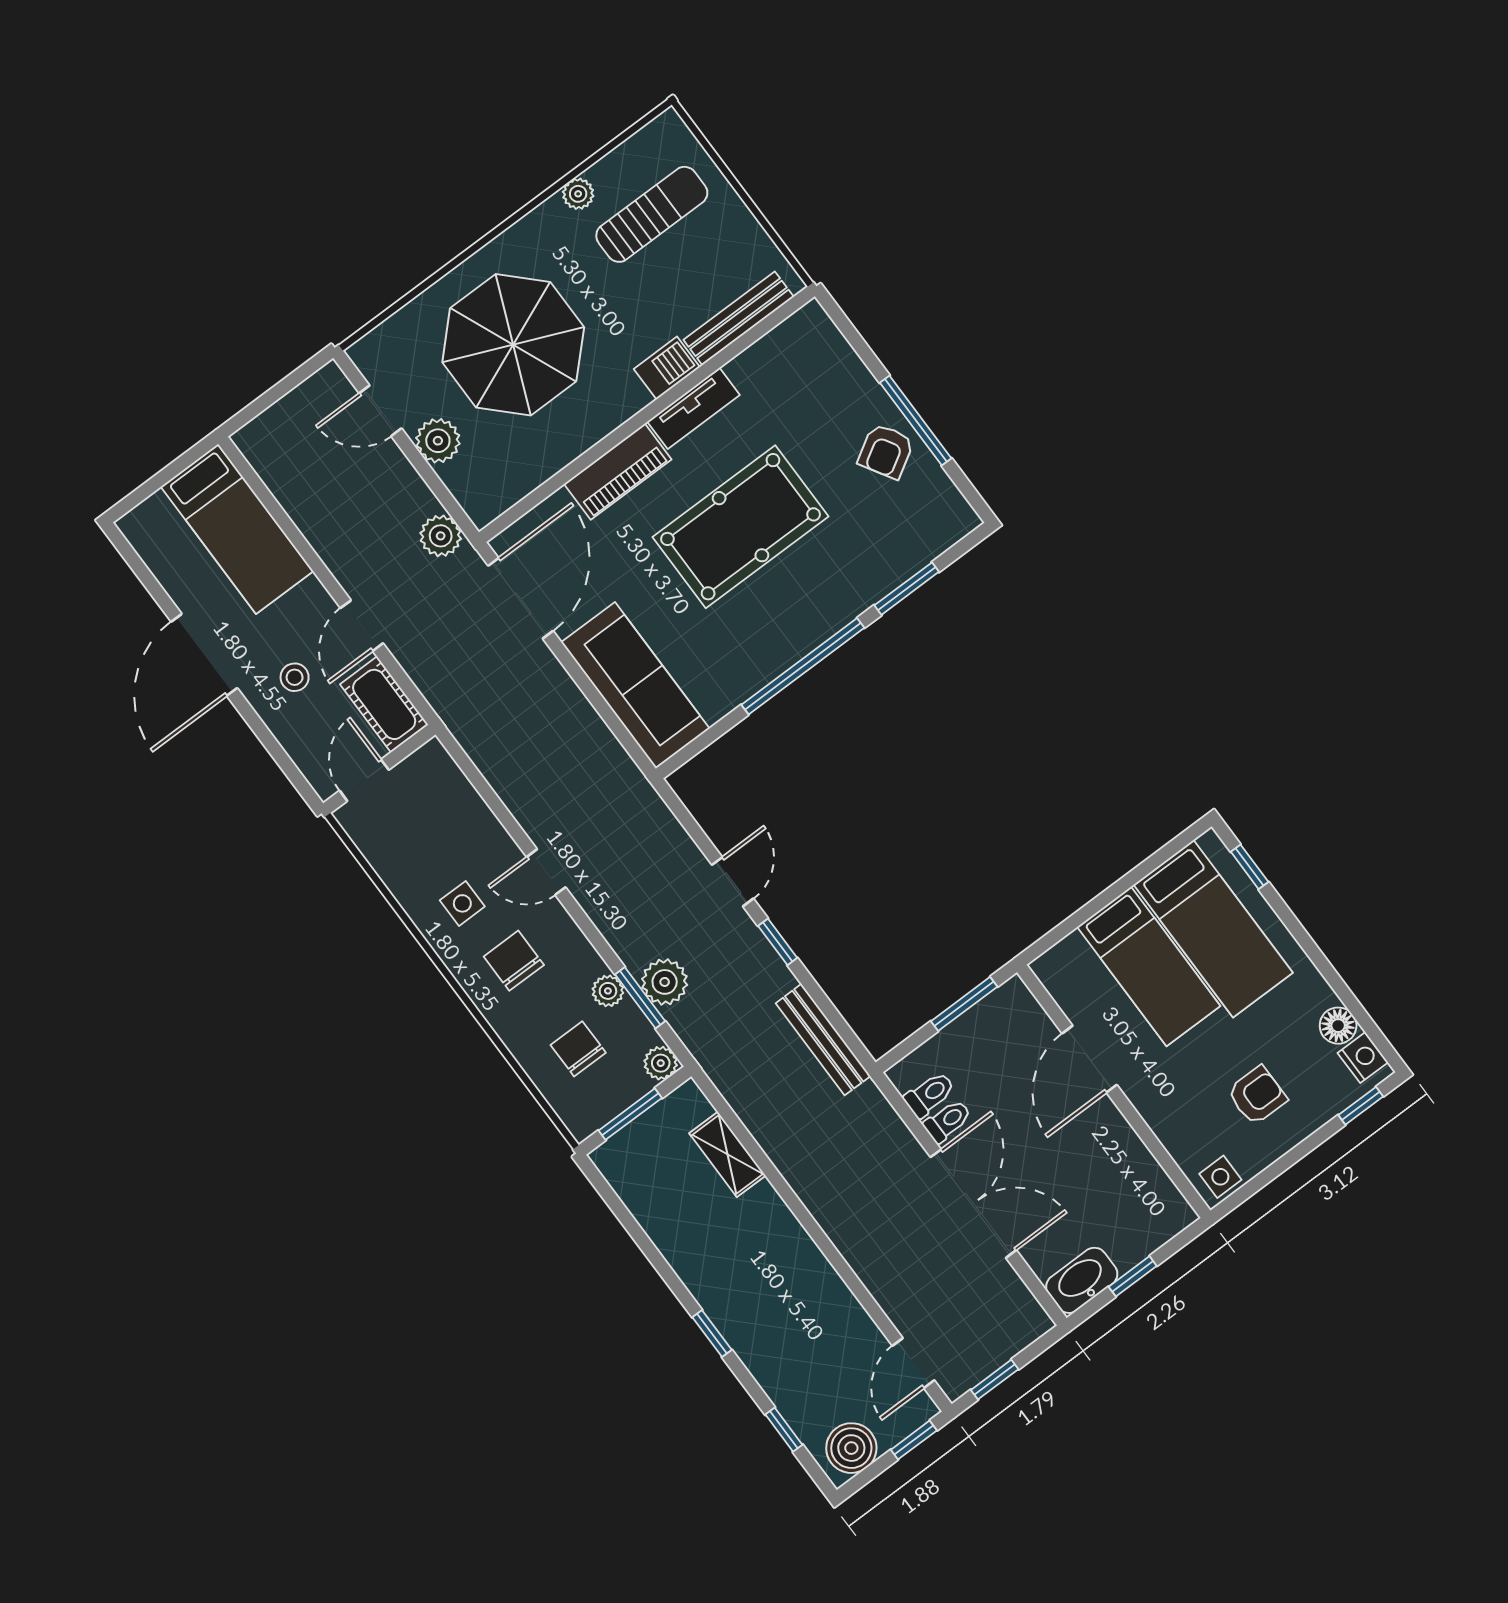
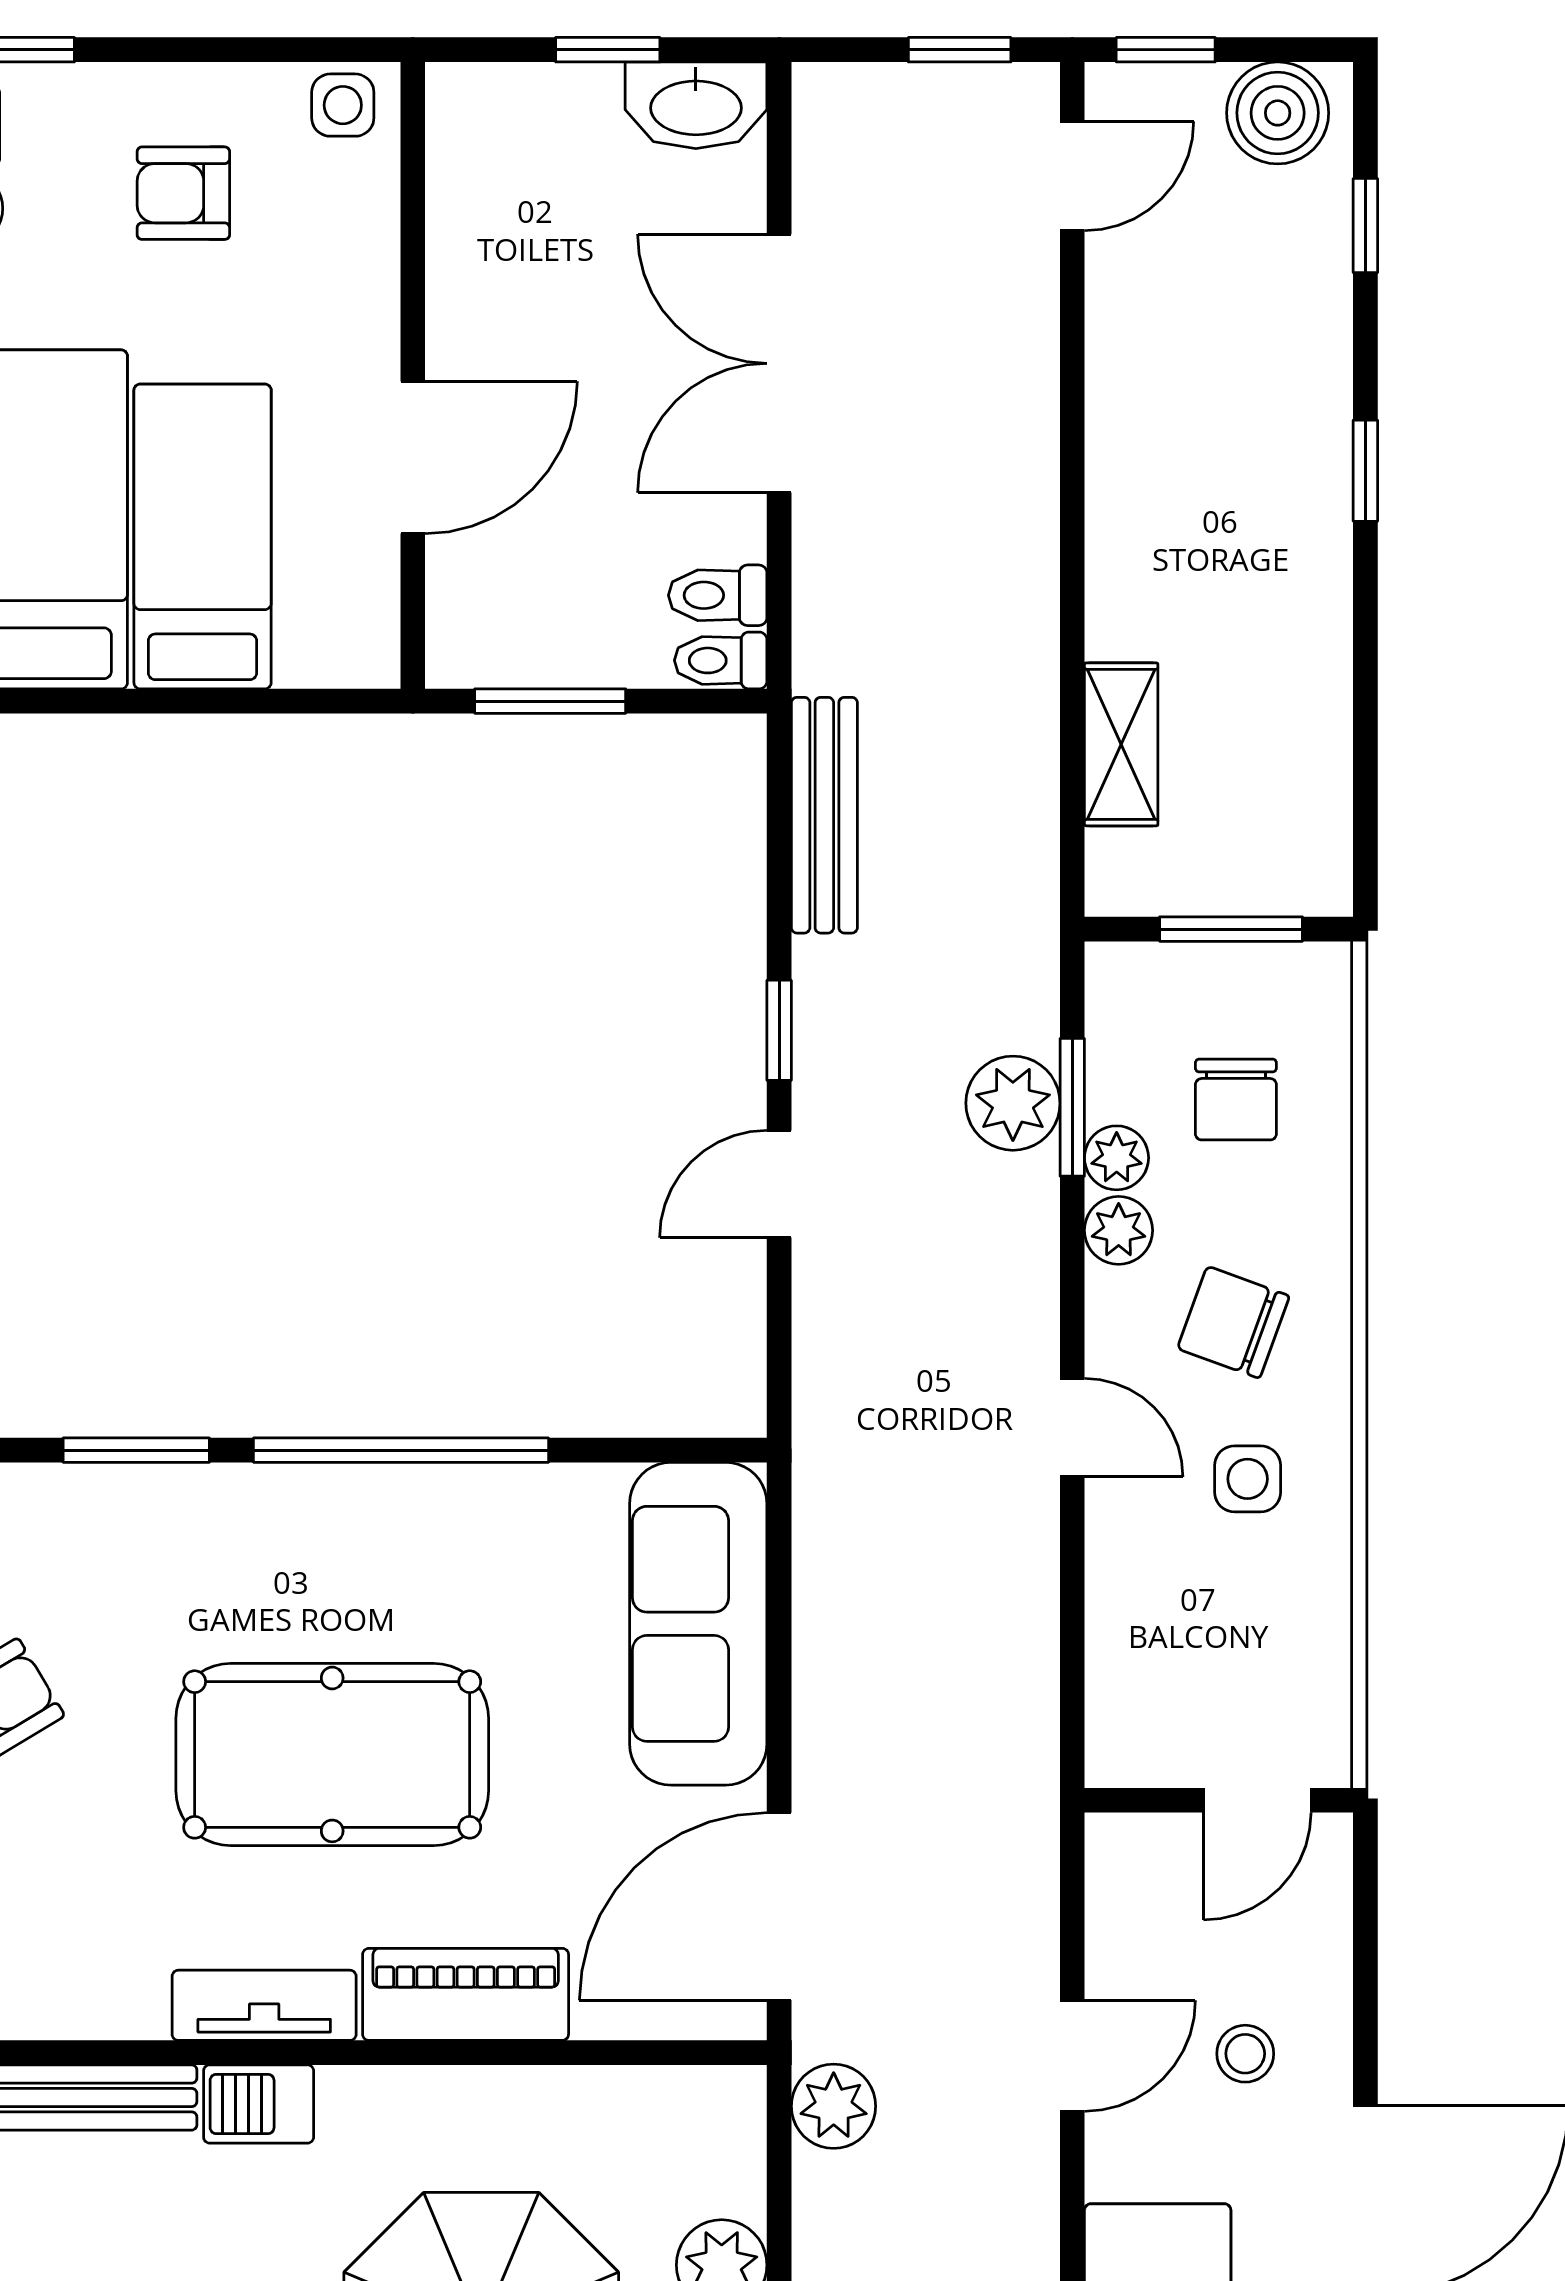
cot: (384, 704) -> (1132, 1900), removed
chair: (514, 961) -> (1233, 1322), turned 110
plant: (661, 1063) -> (1119, 1230), moved
toilet: (947, 1121) -> (721, 660), moved

